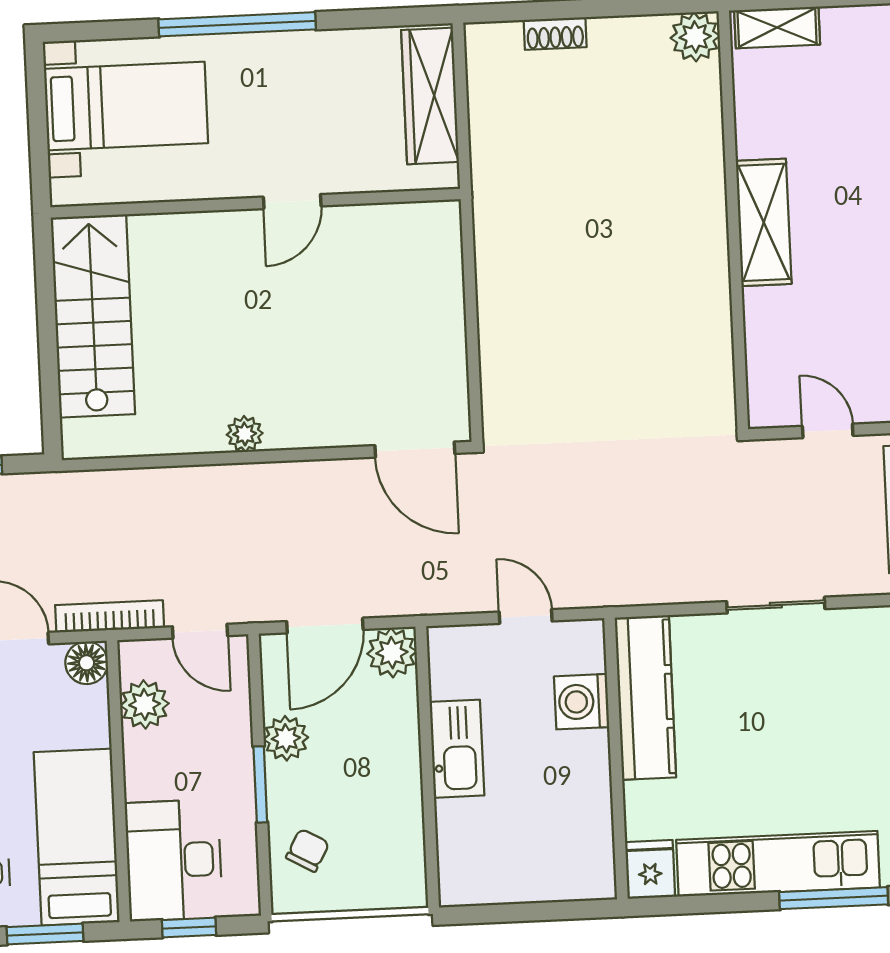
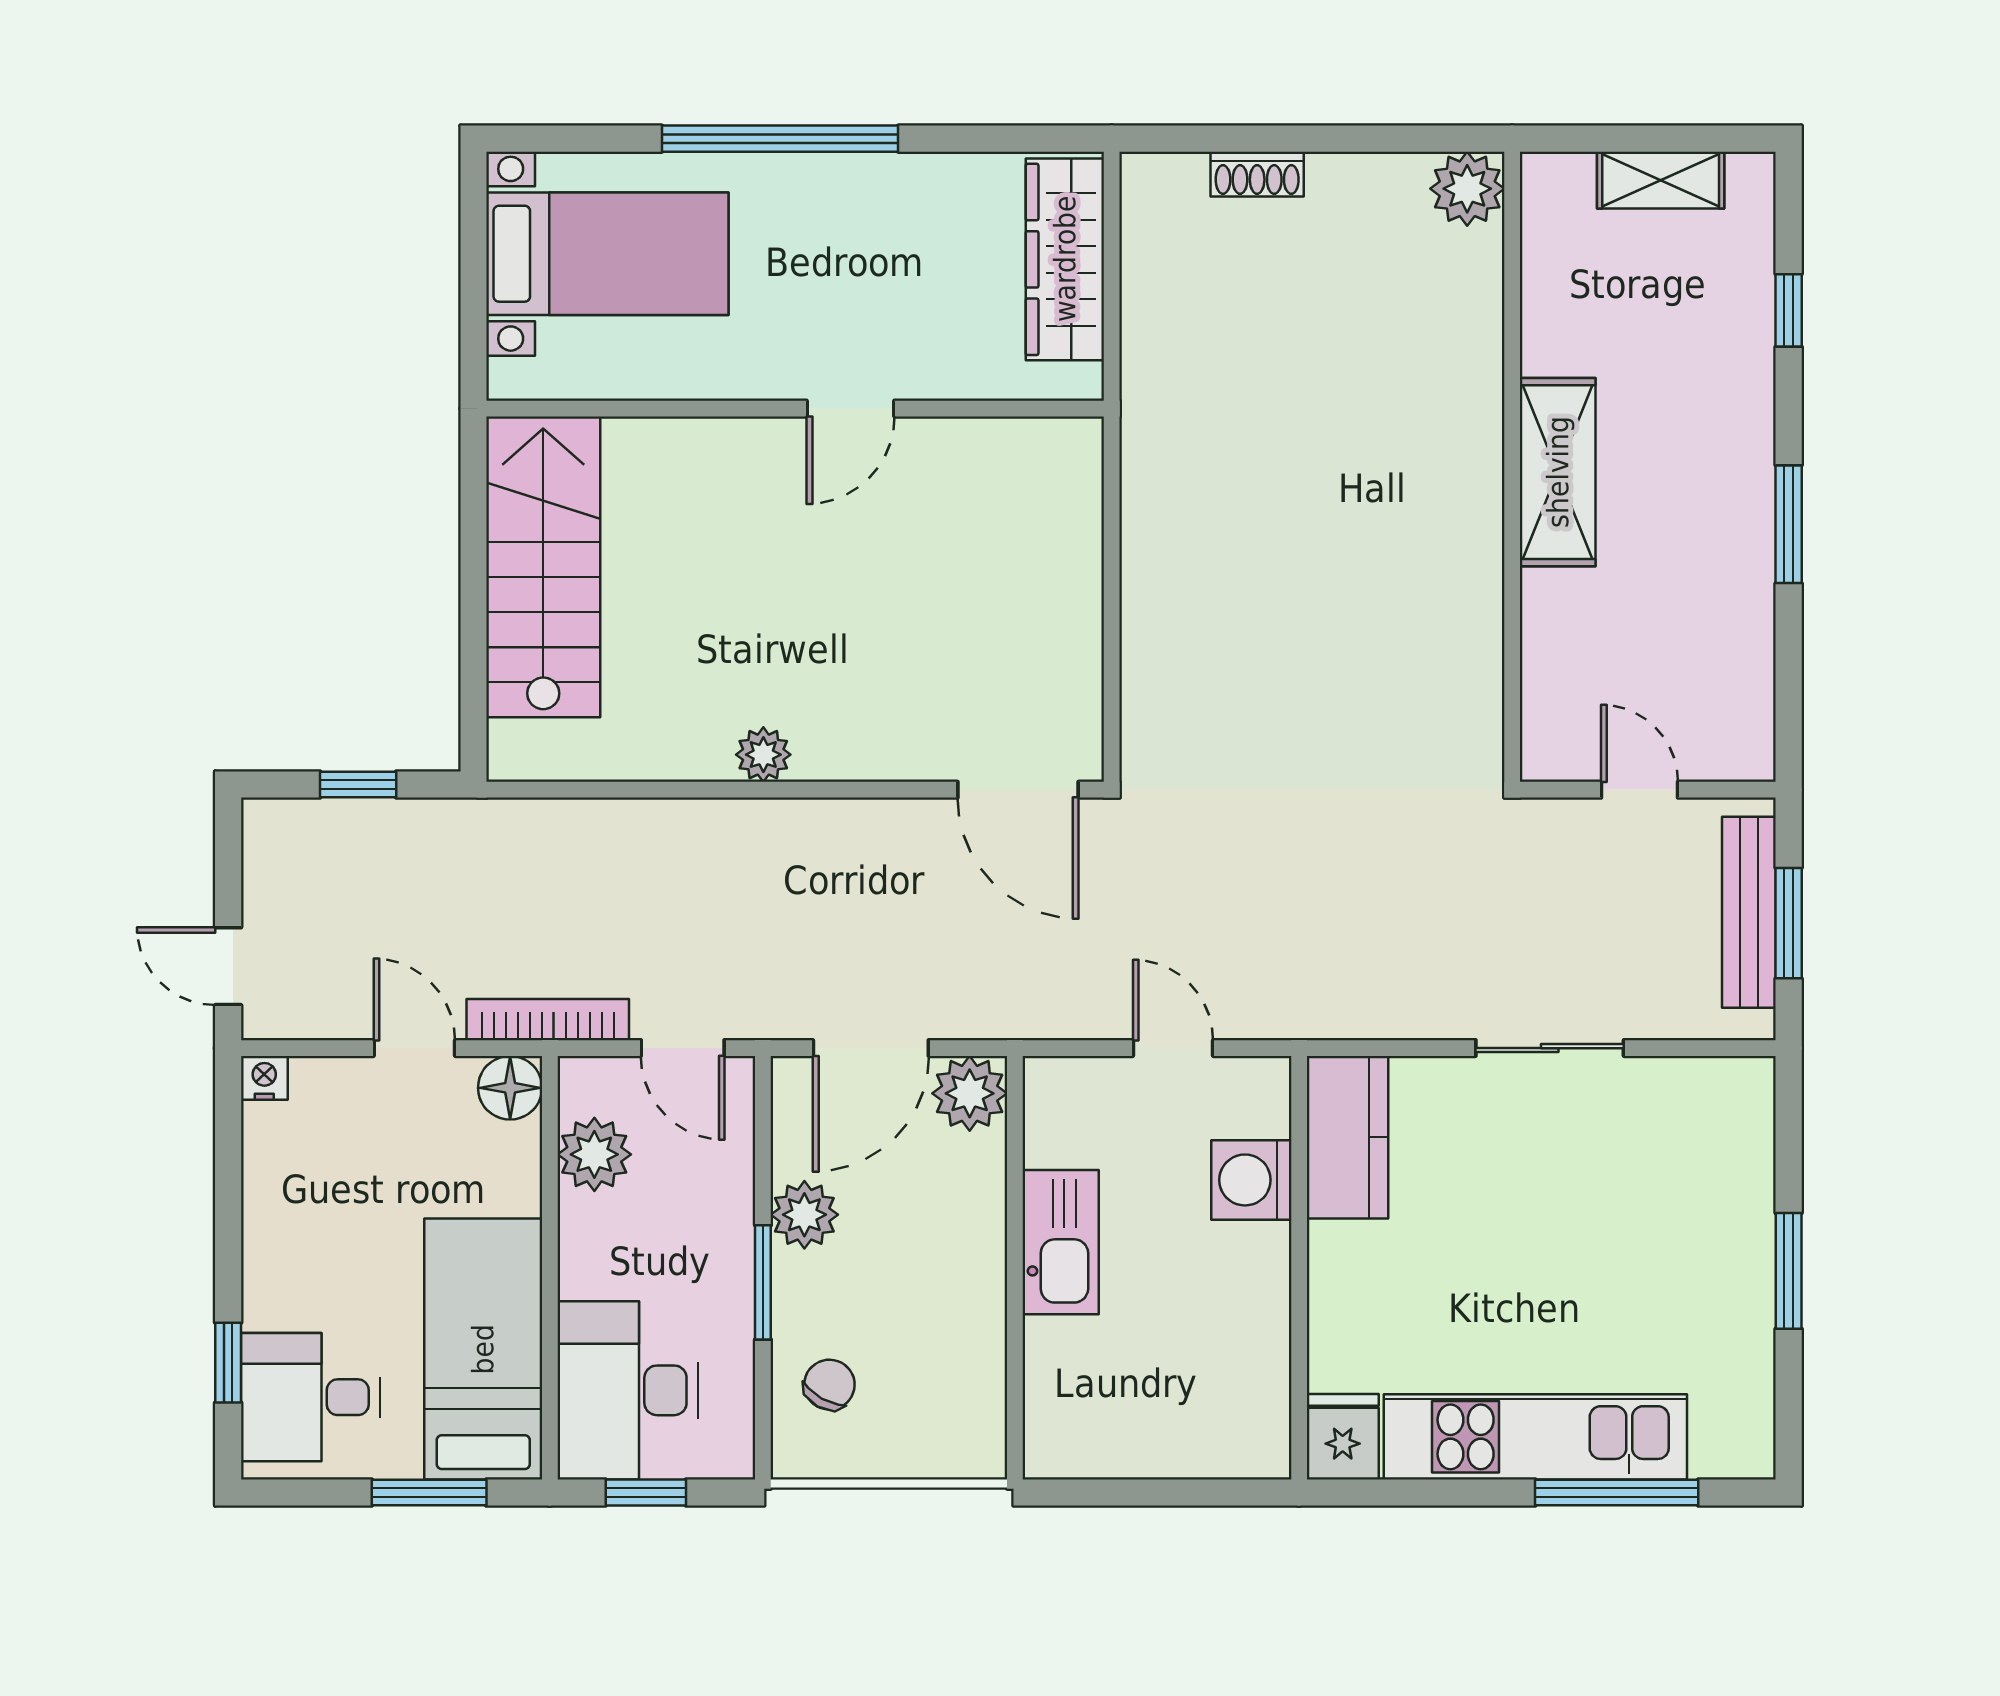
shelving: (777, 27) -> (1661, 180), moved
kitchen counter: (645, 697) -> (1347, 1137), width x0.67

